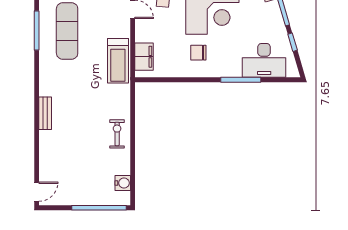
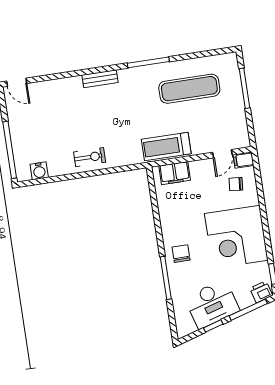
window: (37, 31) -> (148, 62), moved
chair: (198, 53) -> (181, 254), moved
desk: (264, 60) -> (212, 304), moved, turned -106

